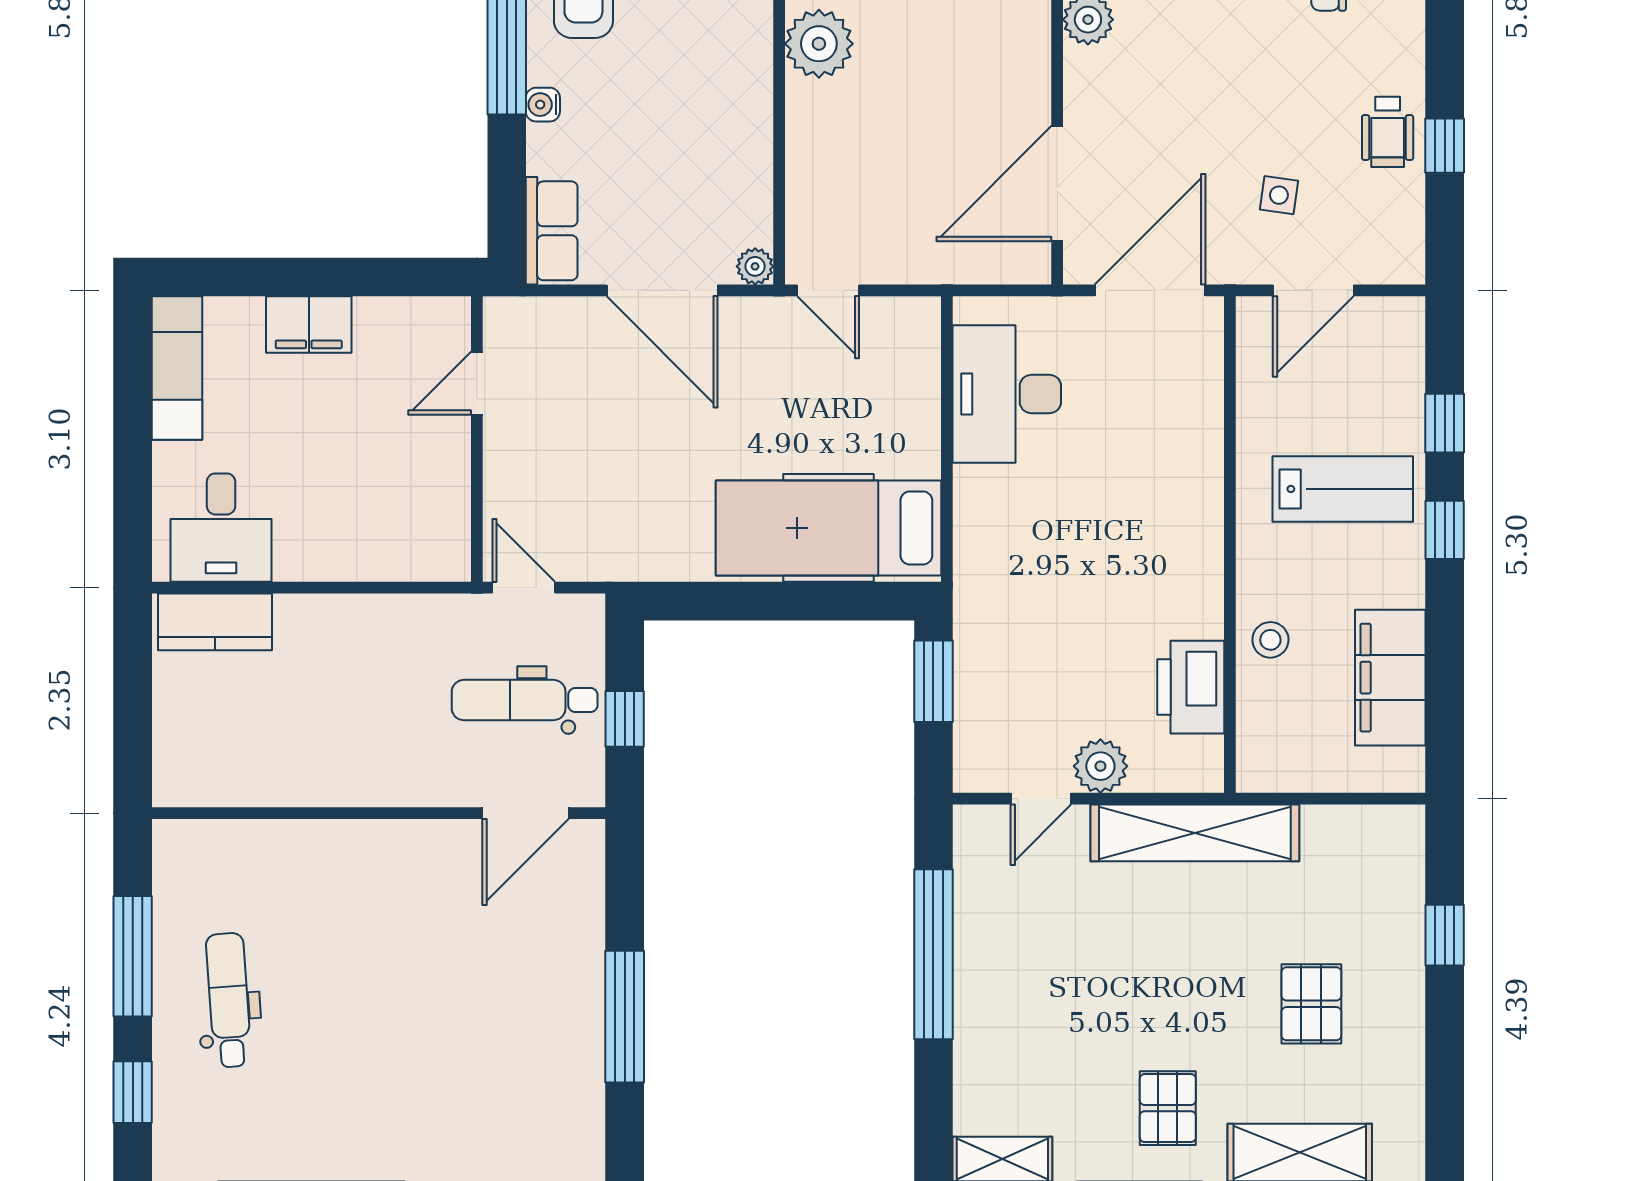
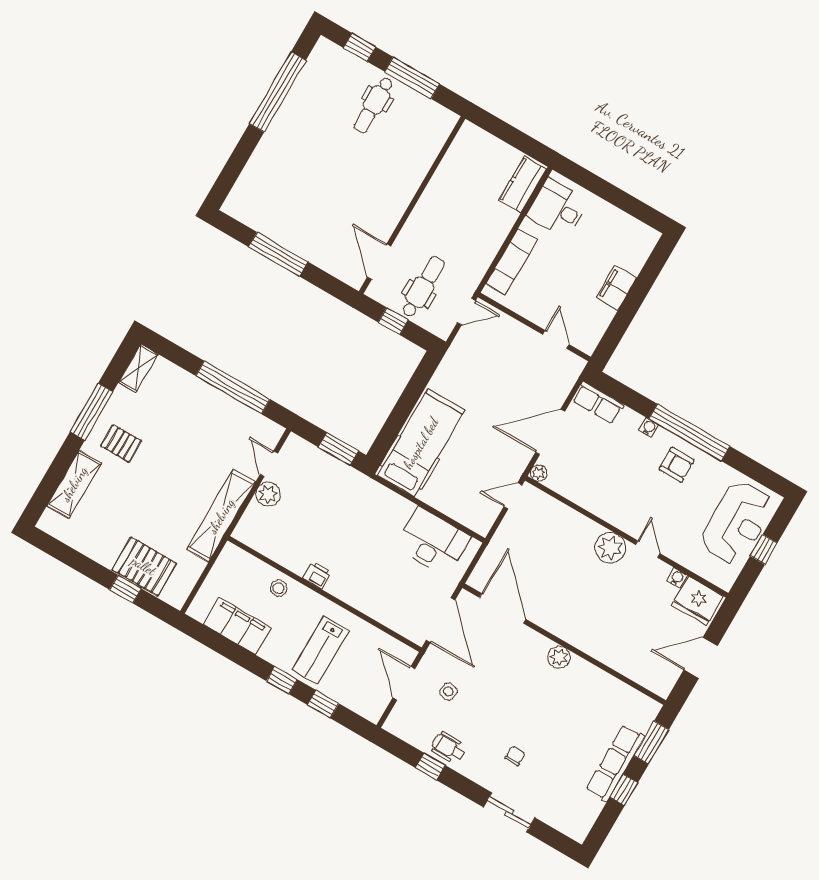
exam couch: (177, 368) -> (511, 262), moved, turned -90
printer: (1191, 687) -> (317, 575), moved, width x0.53, depth x0.68
dental chair: (229, 1000) -> (374, 105), turned 94
pallet: (1311, 1004) -> (144, 566), moved, width x1.50, depth x1.42

